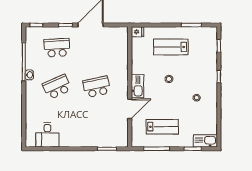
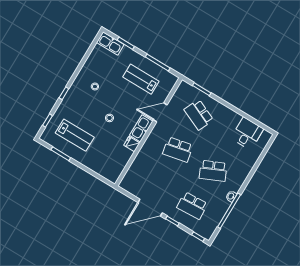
fridge: (137, 32) -> (132, 144), moved
lab bench: (171, 47) -> (75, 135), moved
school desk: (97, 126) -> (199, 115), added

